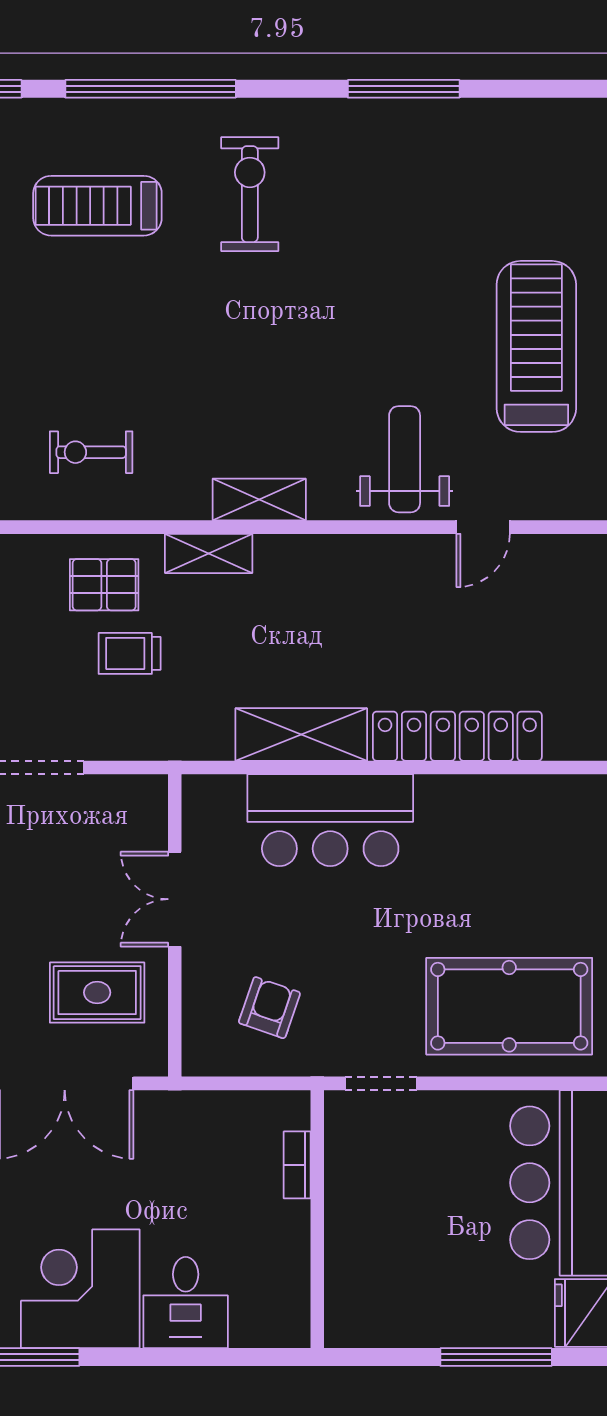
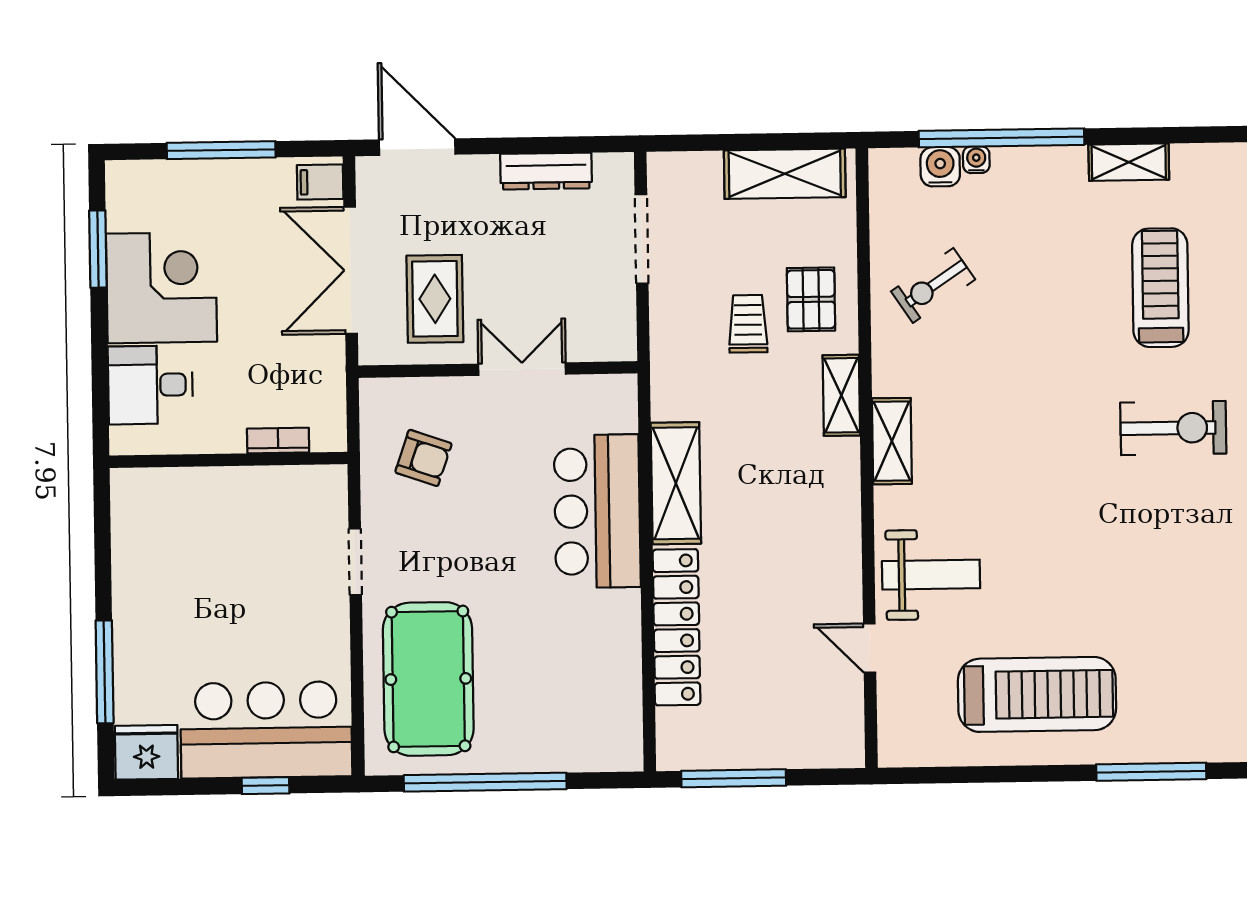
exercise bike: (91, 452) -> (933, 285), turned -124
bookcase: (297, 1165) -> (278, 441), moved
wall: (317, 1219) -> (228, 460), moved

